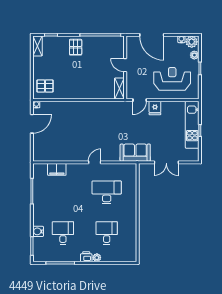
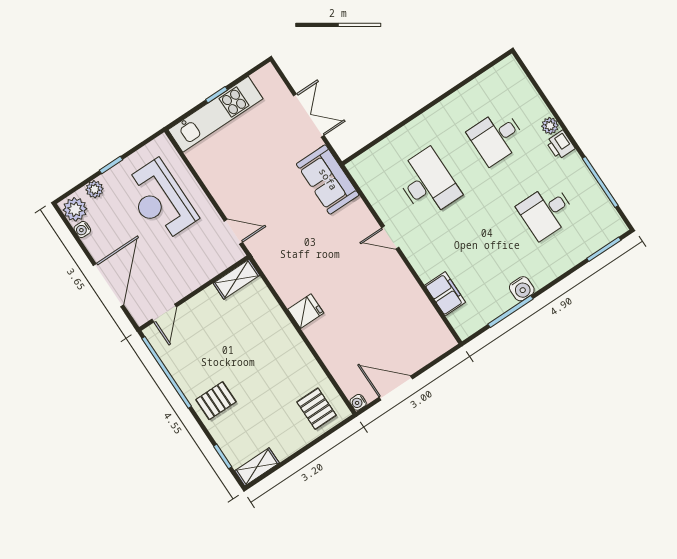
door: (125, 65) -> (164, 313), moved
fridge: (155, 108) -> (306, 311), moved
desk: (107, 192) -> (427, 183), turned 180
water cooler: (38, 231) -> (522, 289), moved

